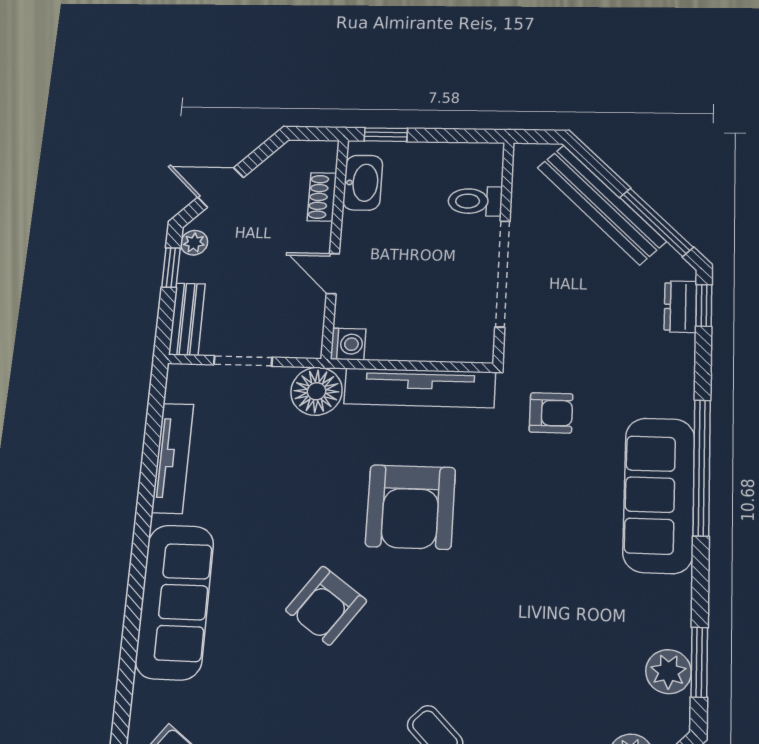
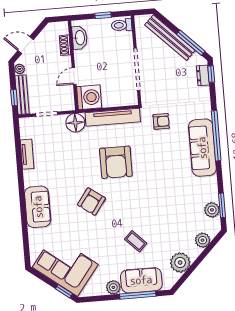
window: (386, 135) -> (103, 15), moved
toilet: (475, 201) -> (122, 25), moved
window: (171, 268) -> (14, 98), moved
door: (333, 274) -> (74, 76), hinge flipped
bench: (187, 319) -> (22, 95), width x1.36
washing machine: (348, 344) -> (89, 97), width x1.89, depth x1.89
tv unit: (173, 458) -> (27, 154), width x0.71
sofa: (175, 602) -> (38, 207), width x0.73

